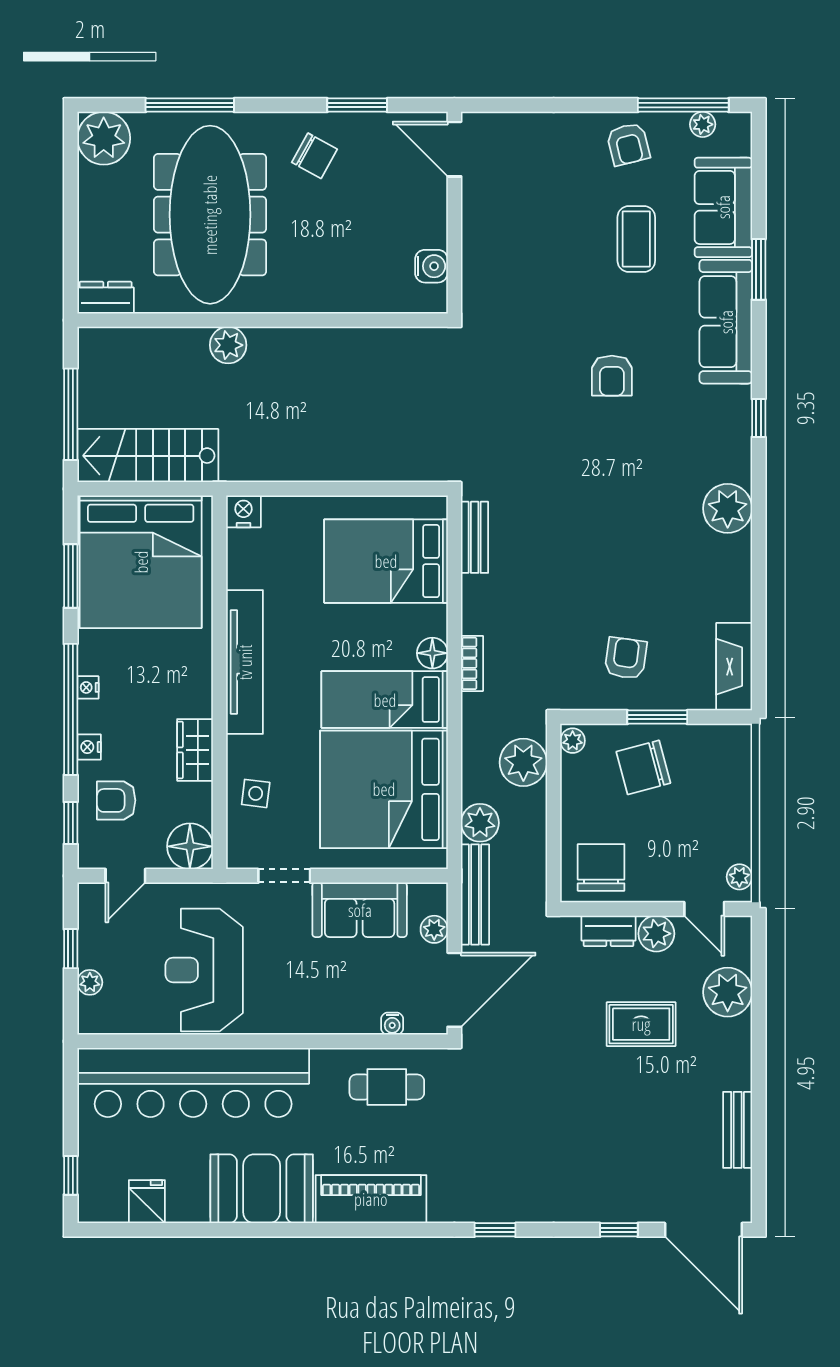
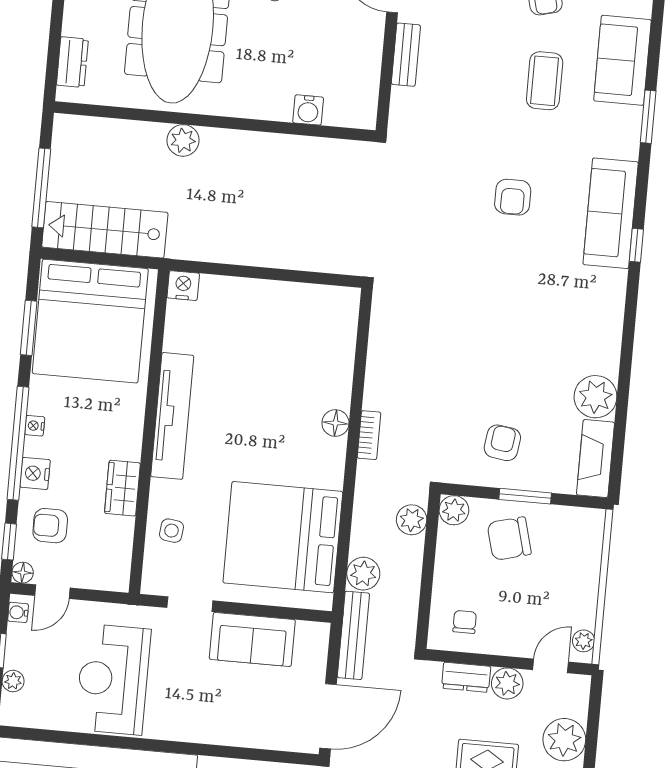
water cooler: (431, 266) -> (308, 110), moved, turned 90
dresser: (106, 298) -> (72, 62), moved, turned 90
sofa: (726, 322) -> (611, 213), moved
plant: (728, 508) -> (595, 397), moved
bench: (475, 537) -> (406, 55), moved
bed: (386, 561) -> (303, 340), removed
bed: (385, 700) -> (291, 460), removed
plant: (573, 741) -> (454, 510), width x1.38, depth x1.38
nightstand: (89, 747) -> (35, 473), width x1.39, depth x1.35
plant: (523, 762) -> (412, 520), width x0.73, depth x0.73
floor lamp: (190, 846) -> (23, 573), moved, width x0.53, depth x0.53
chair: (601, 867) -> (465, 622), width x0.54, depth x0.54
door: (704, 909) -> (551, 666), swing flipped
plant: (434, 929) -> (315, 662), removed
water cooler: (392, 1024) -> (18, 612), moved, turned 90

